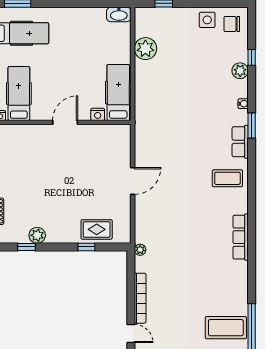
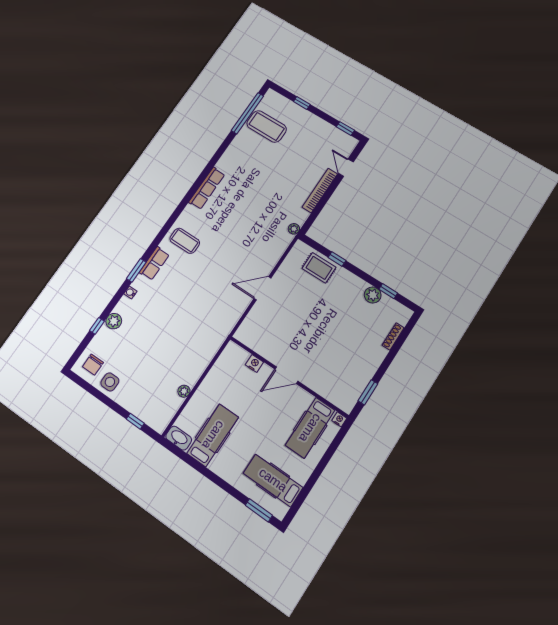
chair: (232, 24) -> (93, 365), turned 90
plant: (145, 49) -> (184, 391), width x0.53, depth x0.53
hospital bed: (118, 92) -> (213, 435), moved, turned 180

